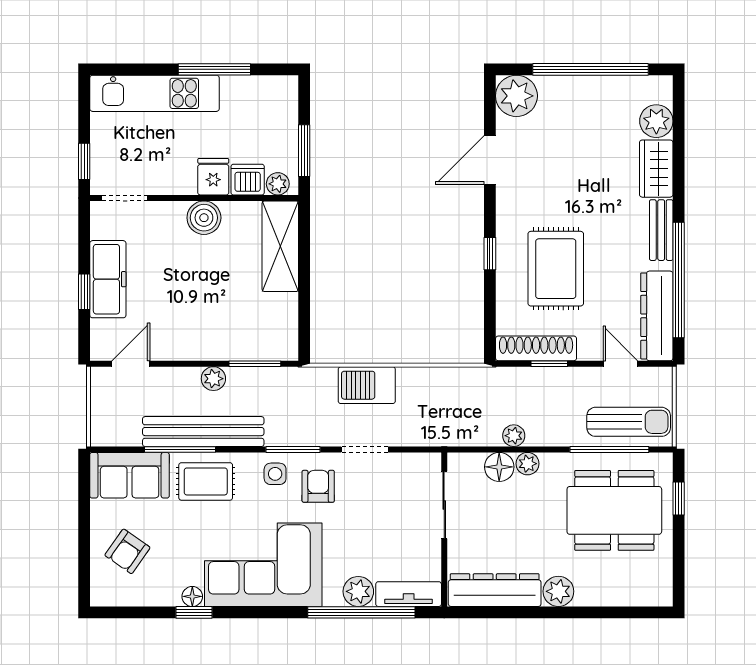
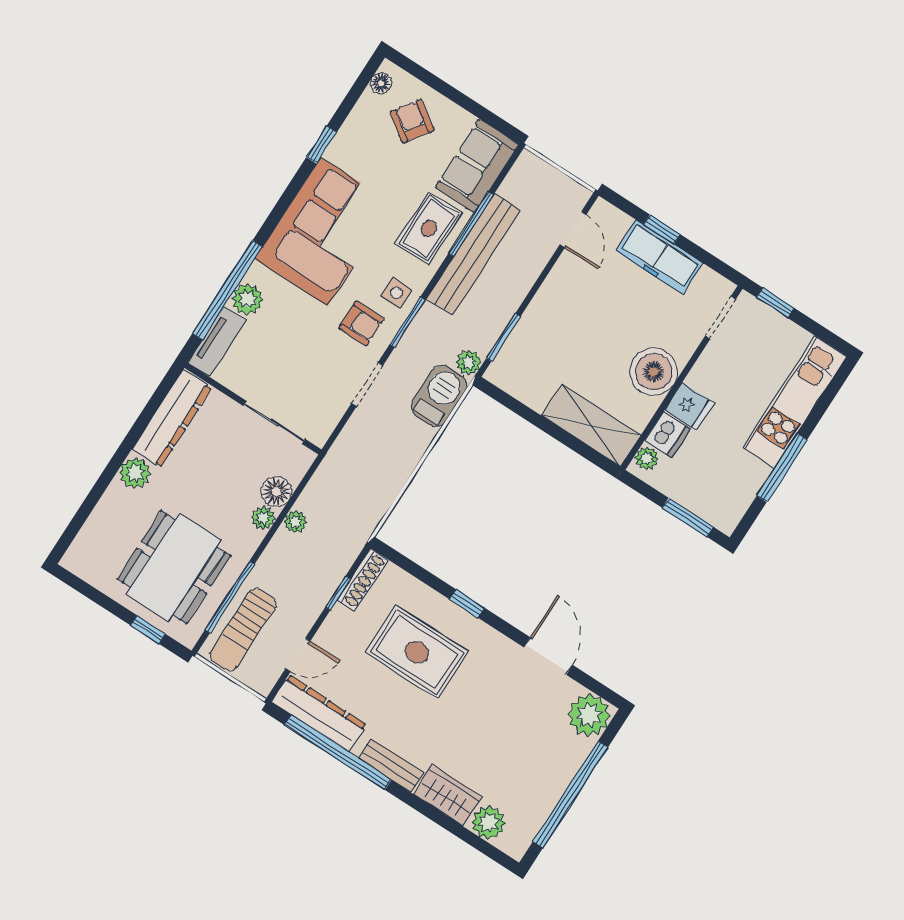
window: (304, 151) -> (688, 517), moved
boiler: (204, 218) -> (654, 372), width x1.37, depth x1.37
shoe rack: (536, 348) -> (363, 580), width x0.74, depth x0.81
plant: (213, 379) -> (469, 362), moved
barbecue: (367, 385) -> (439, 396), moved
floor lamp: (192, 596) -> (381, 83), moved

